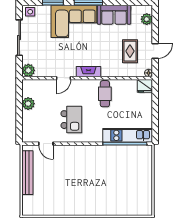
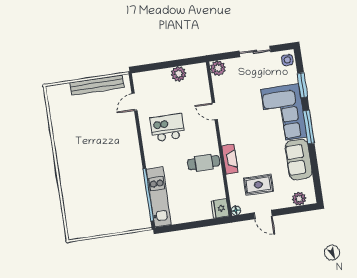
sliding door: (19, 38) -> (255, 52), width x0.73
fireplace: (88, 72) -> (230, 159), moved
kitchen island: (71, 120) -> (167, 128), turned 180

